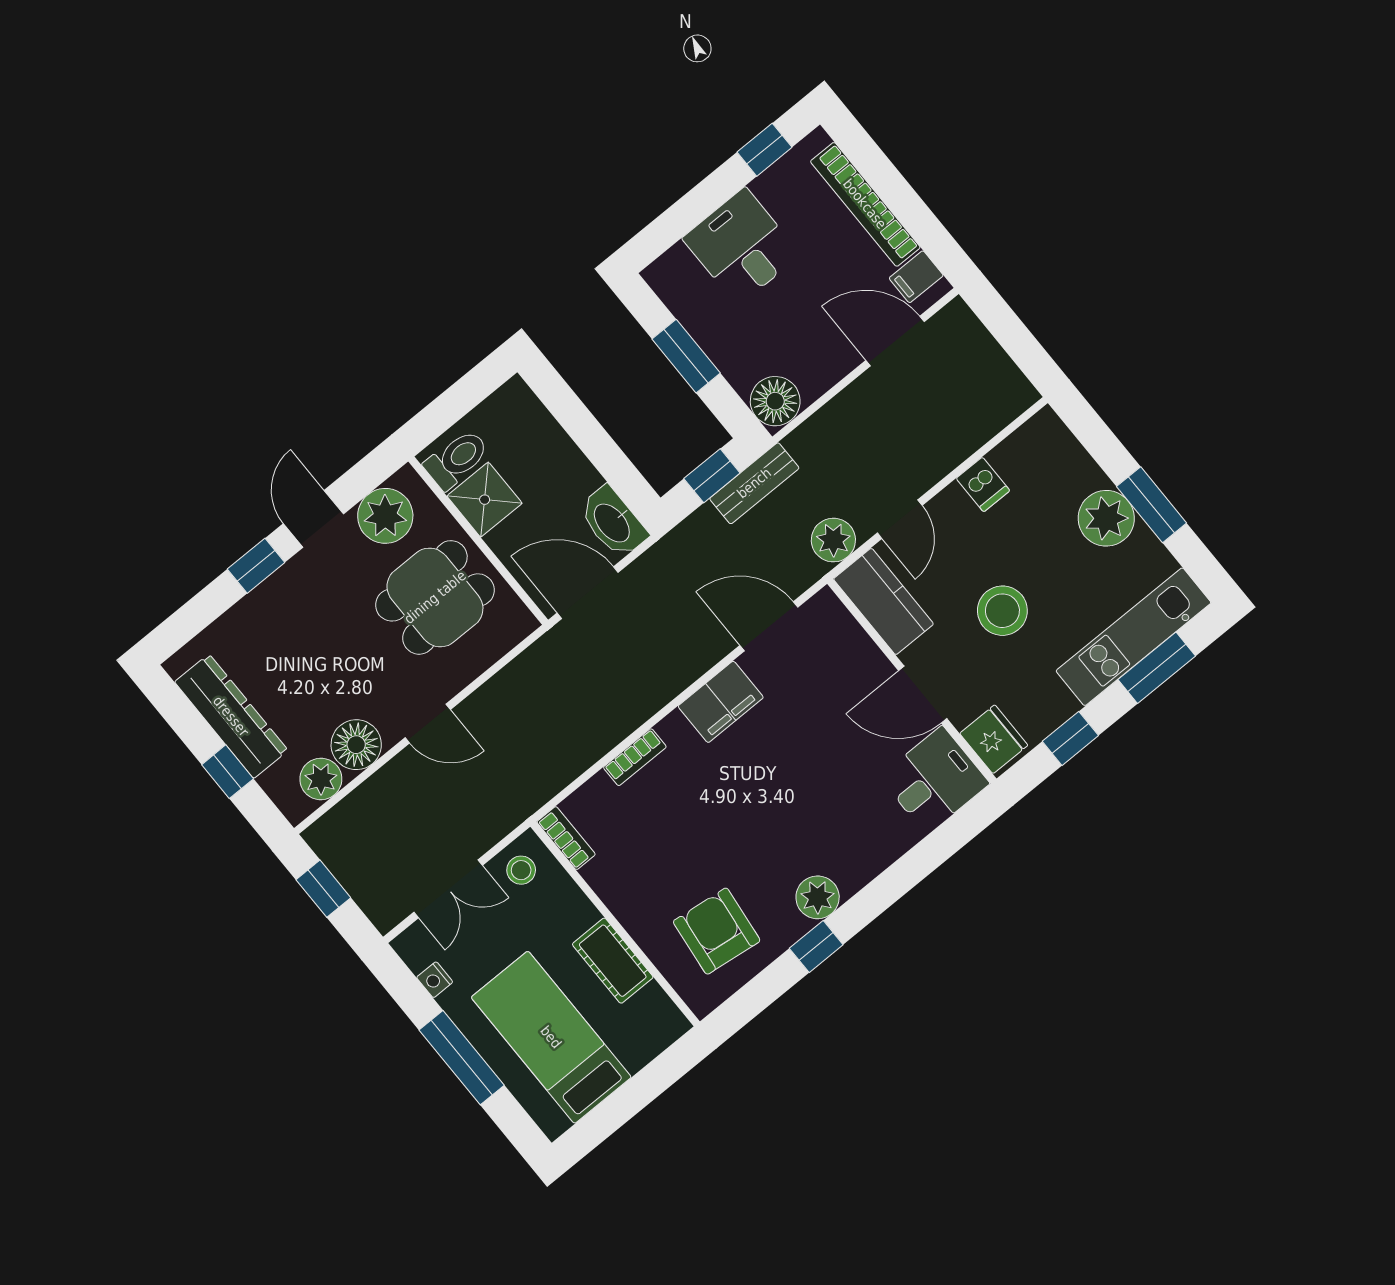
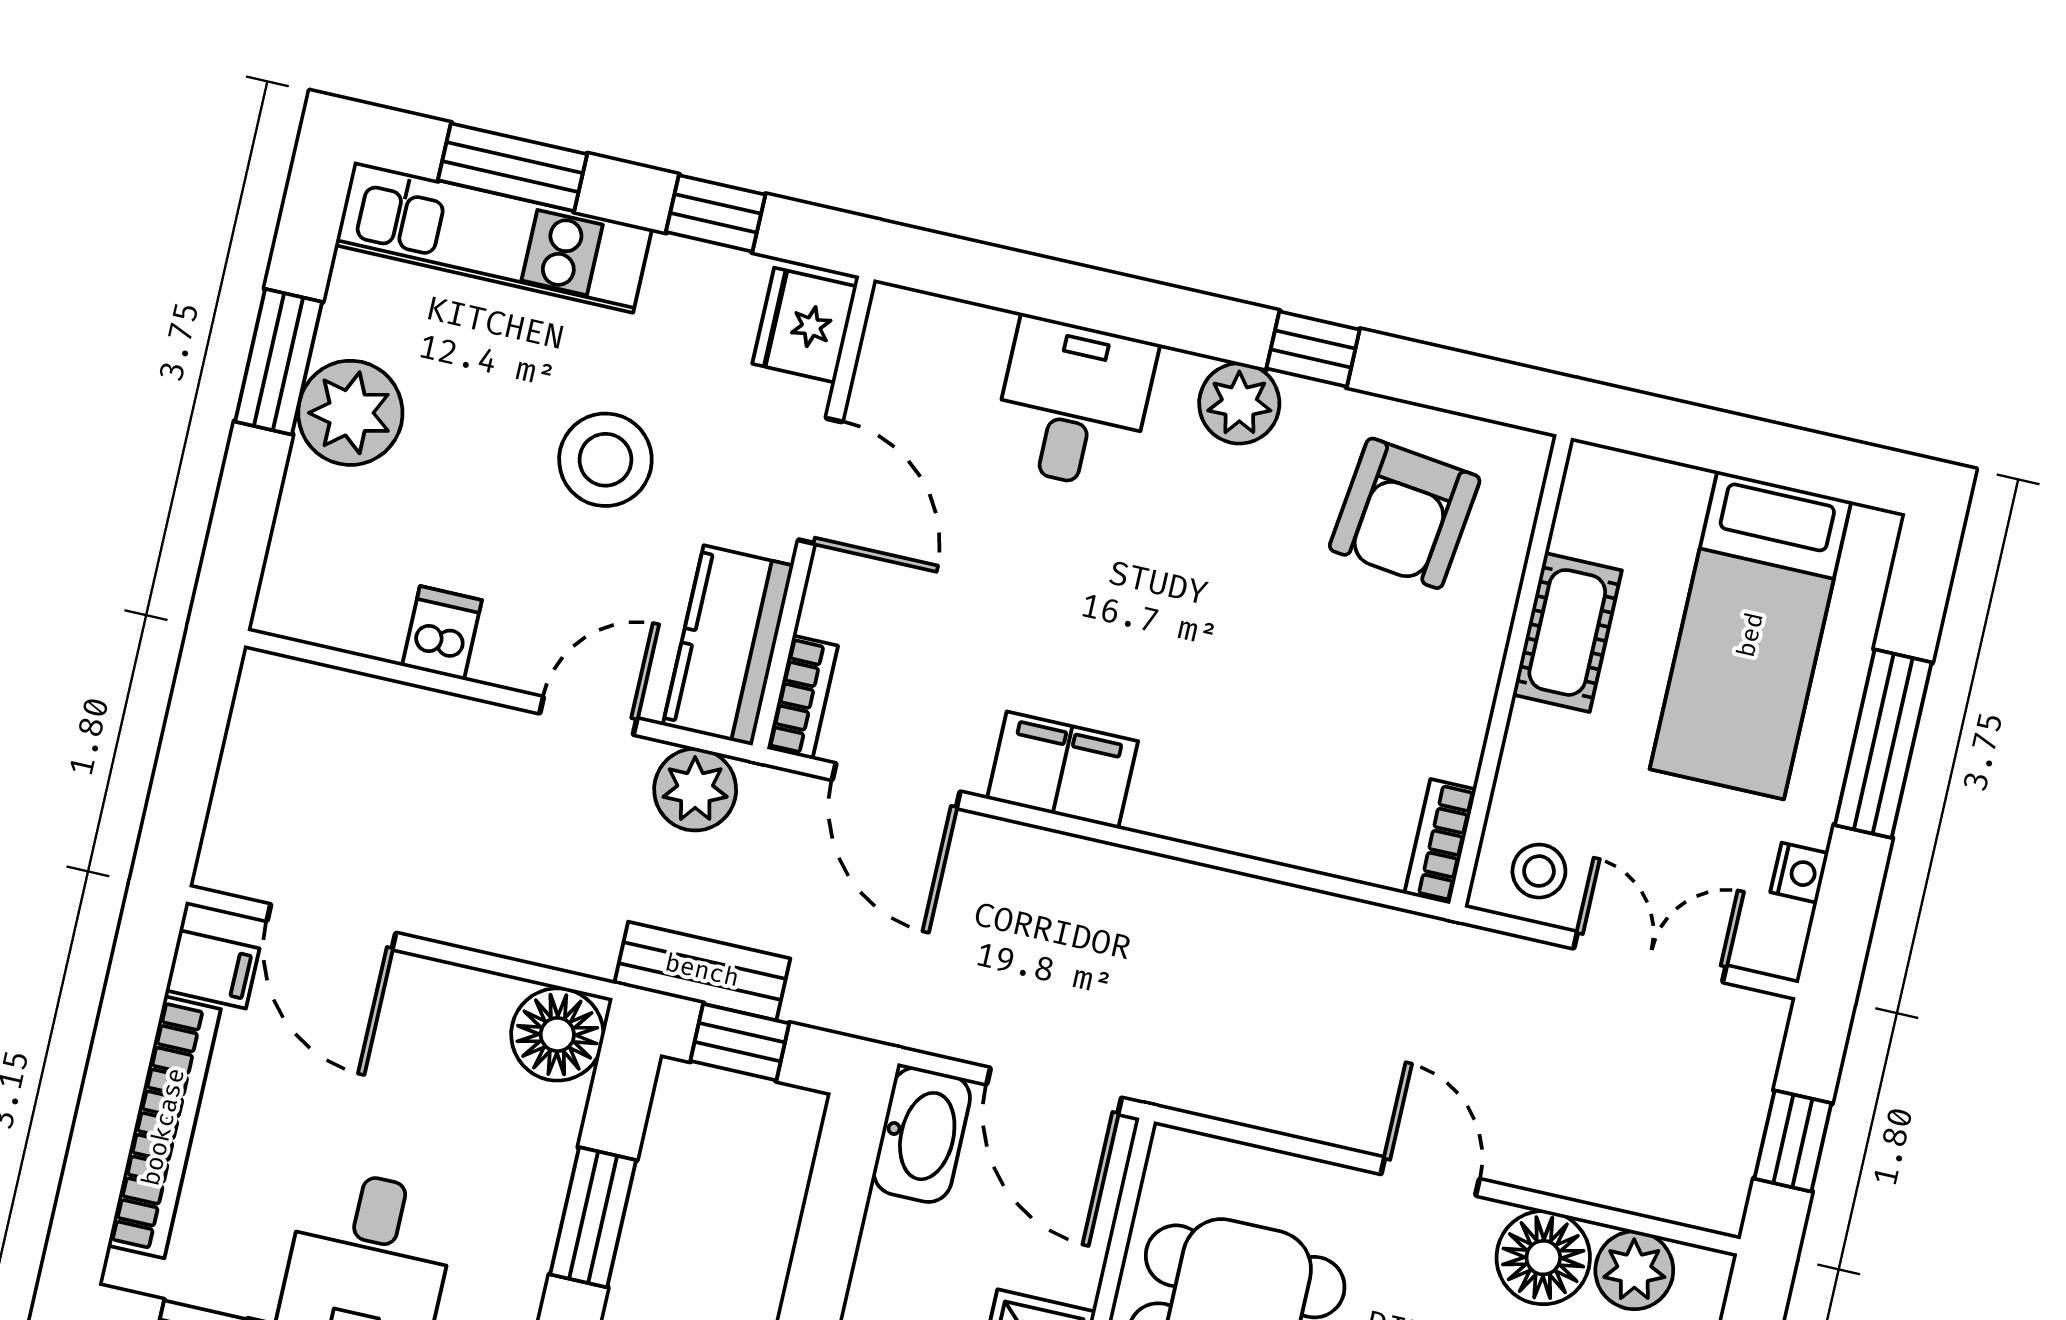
bookcase: (635, 757) -> (802, 697), moved, turned 90
desk: (934, 780) -> (1074, 403), moved, turned 90

